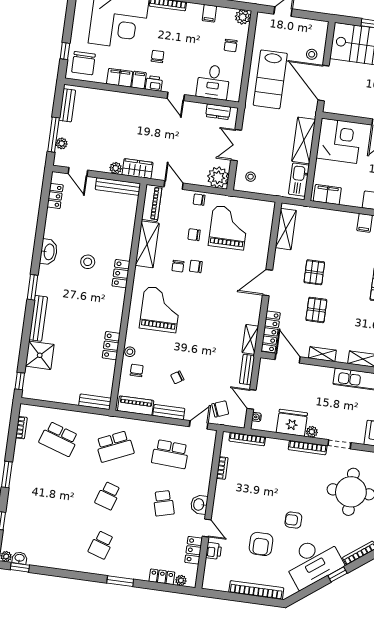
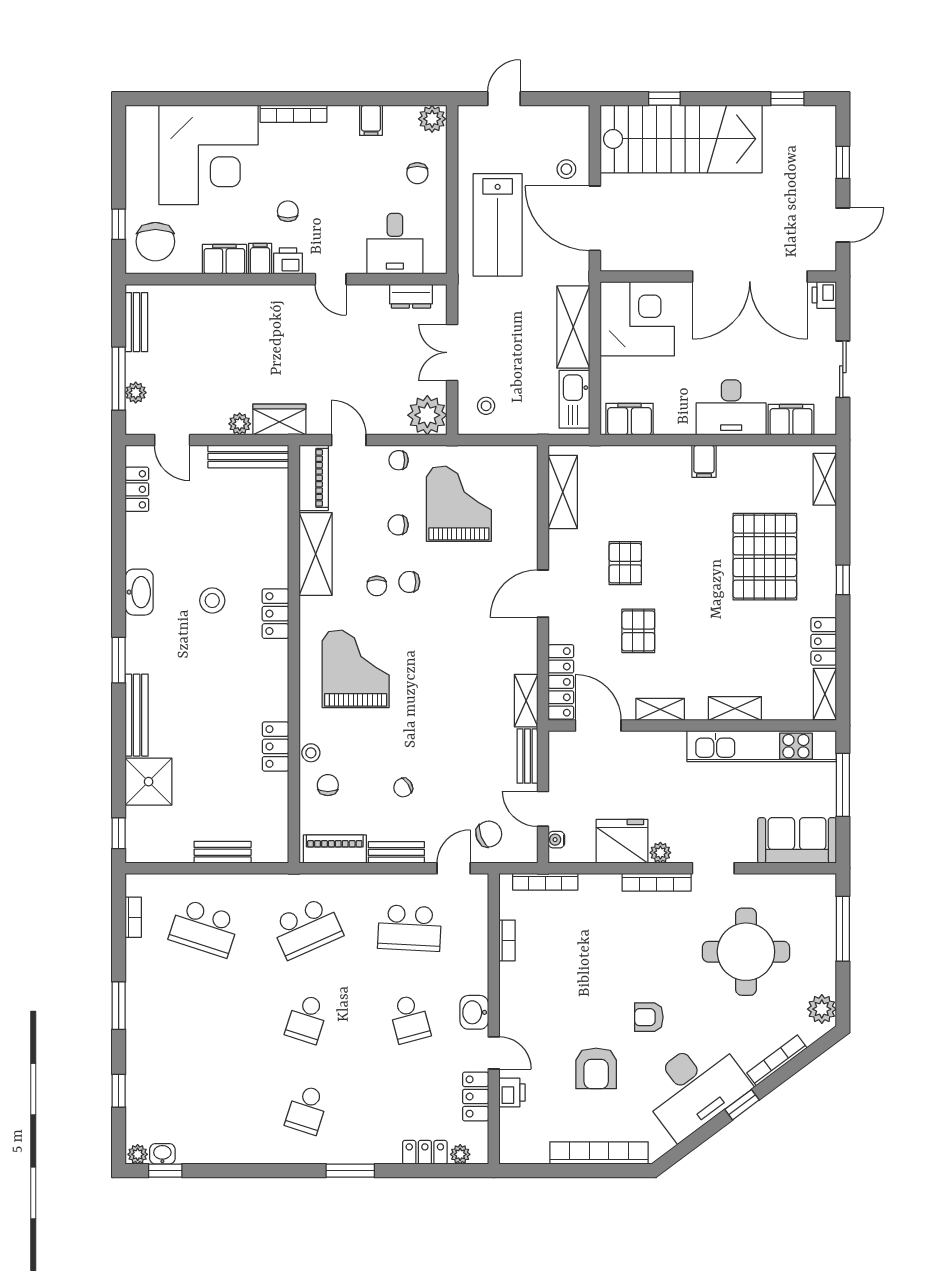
bench: (95, 402) -> (223, 852), moved

